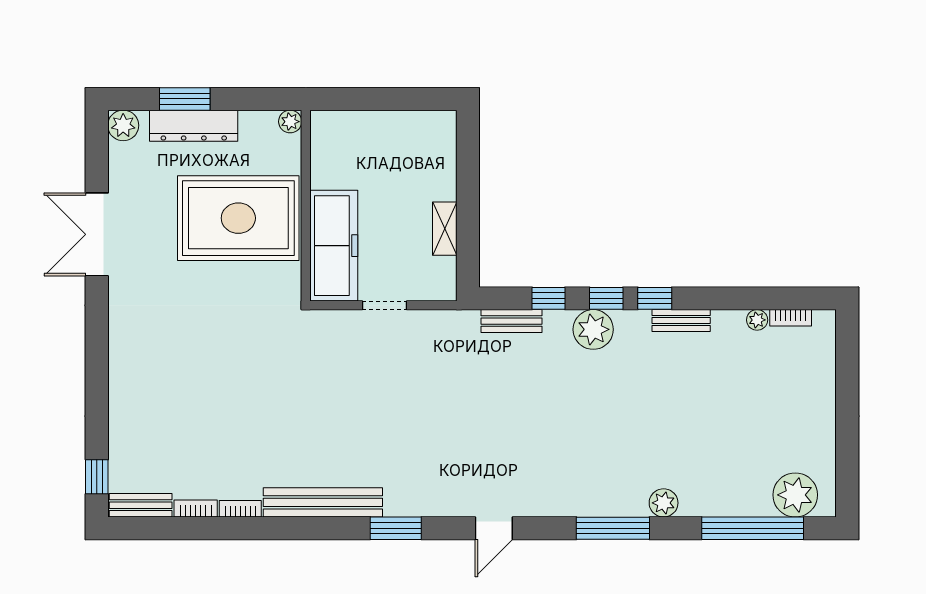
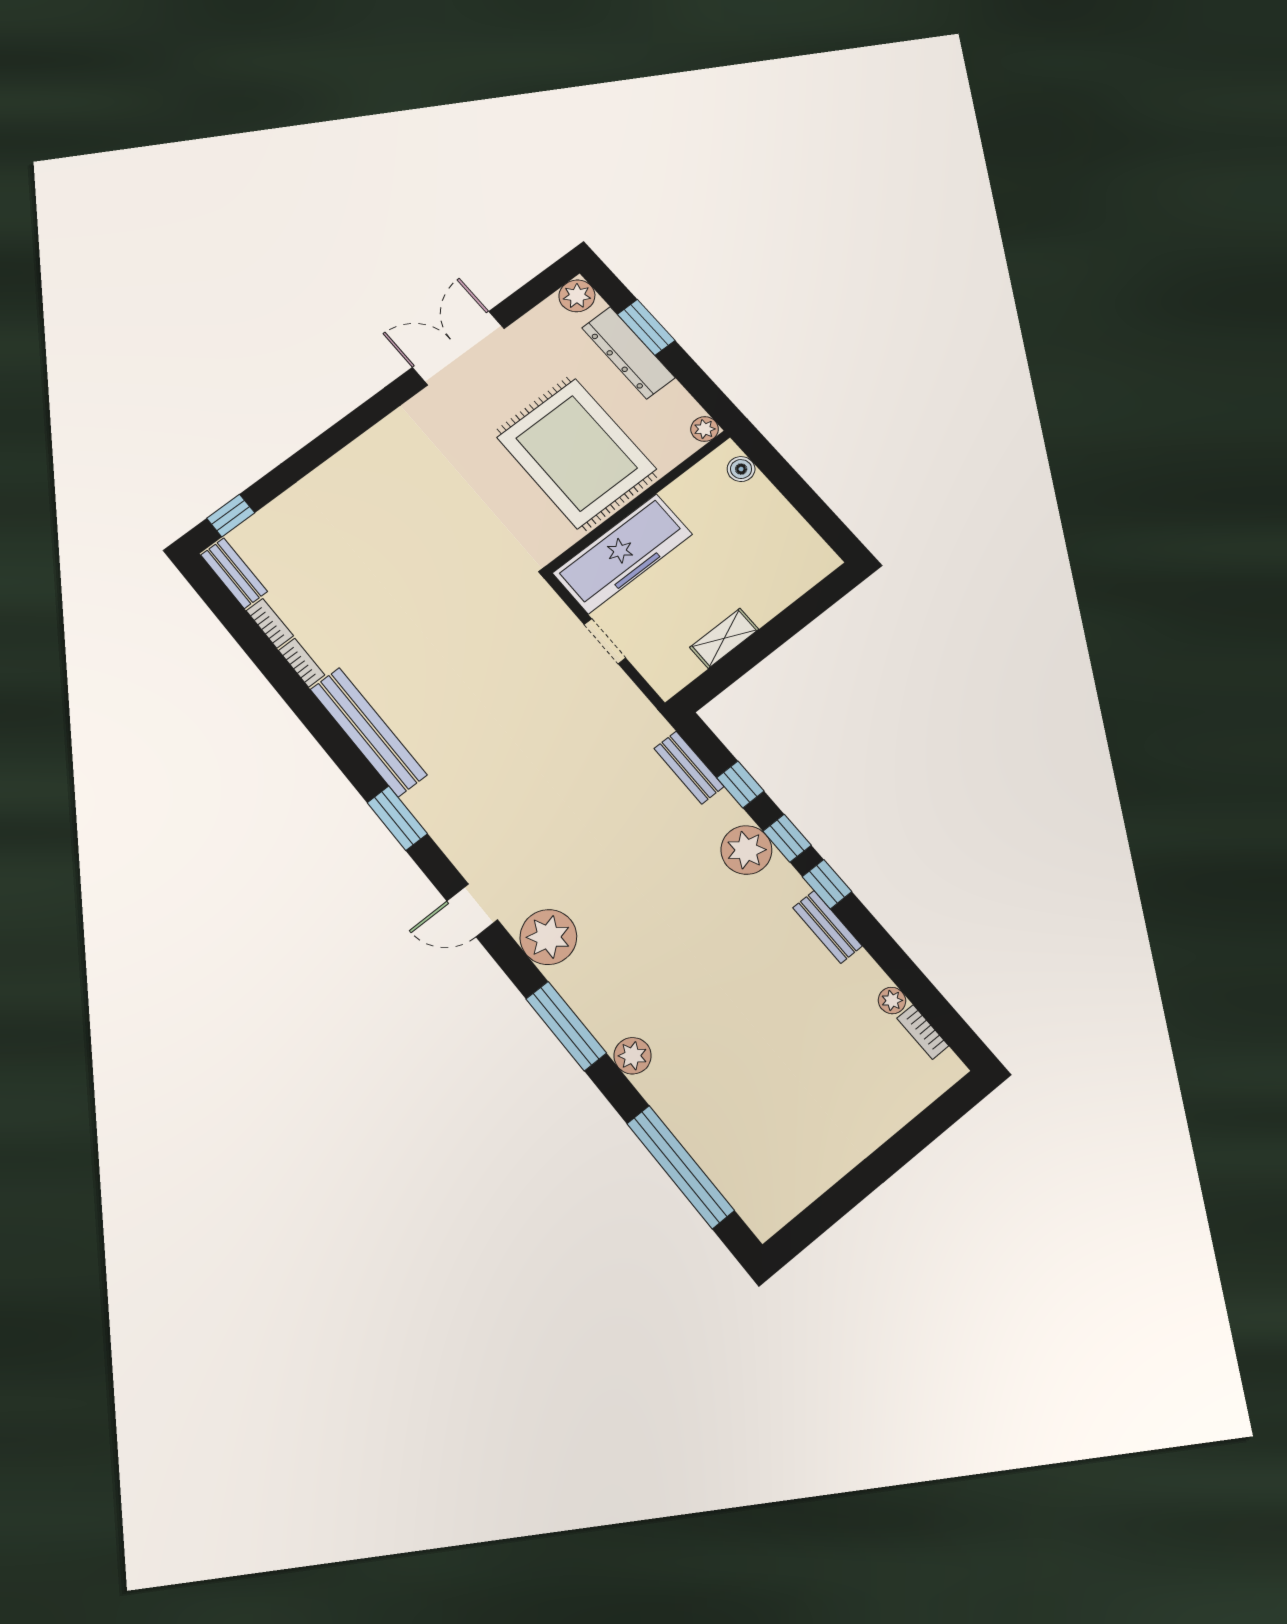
boiler: (338, 122) -> (741, 469), added
plant: (795, 495) -> (548, 937), moved

